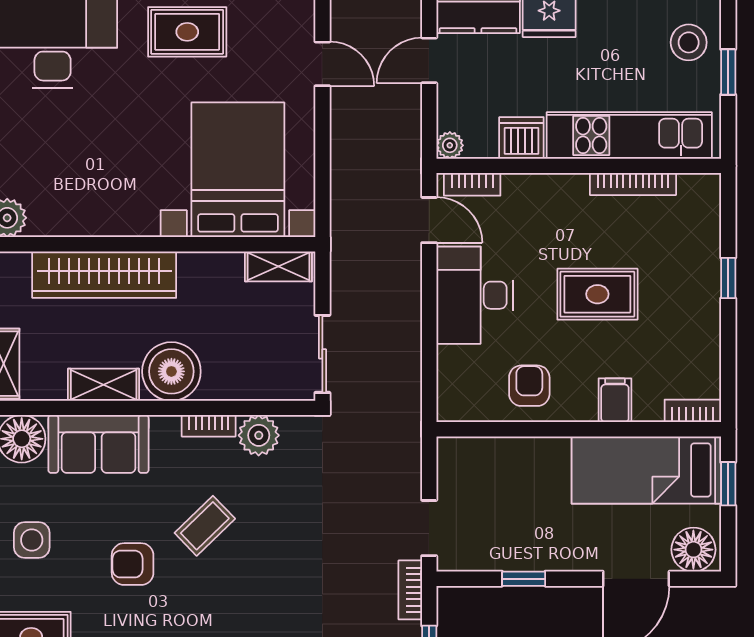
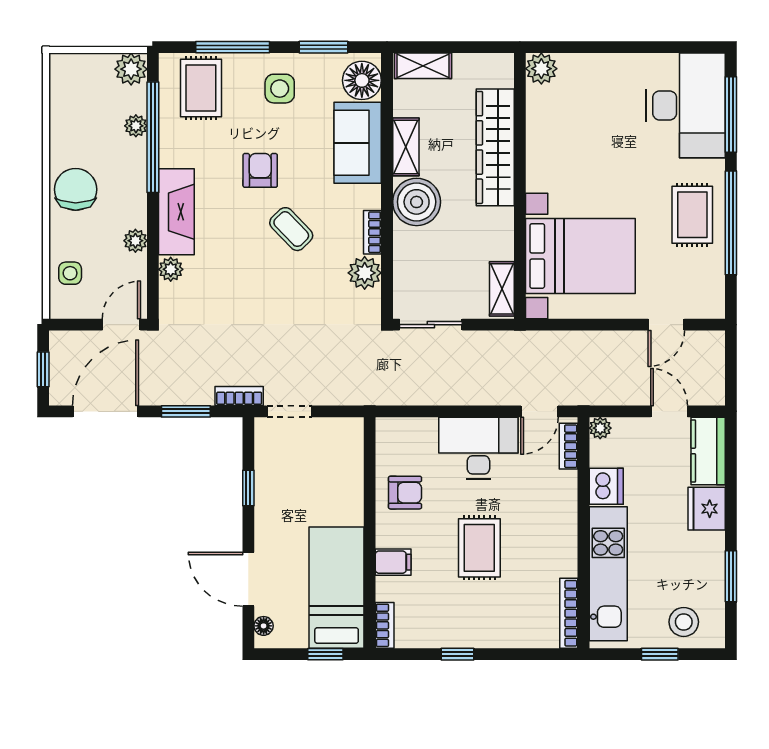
bookcase: (633, 184) -> (569, 613), moved
window: (728, 278) -> (457, 654), moved
floor lamp: (693, 550) -> (264, 626), width x0.53, depth x0.53

